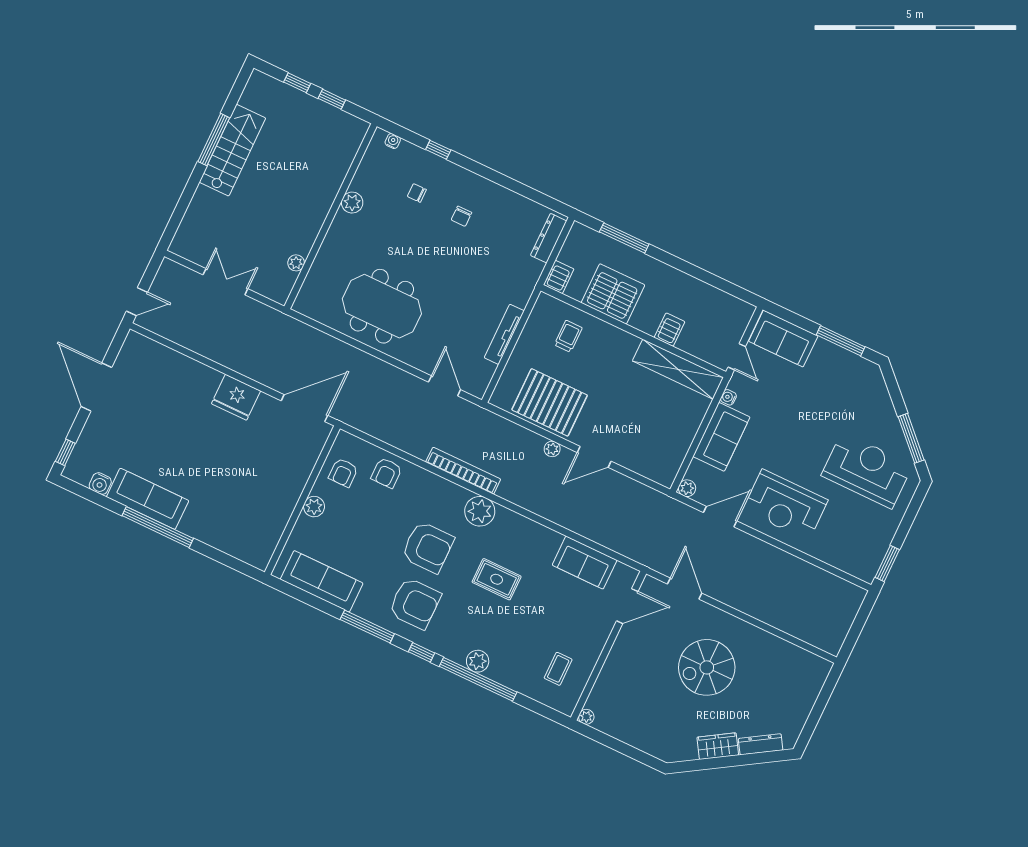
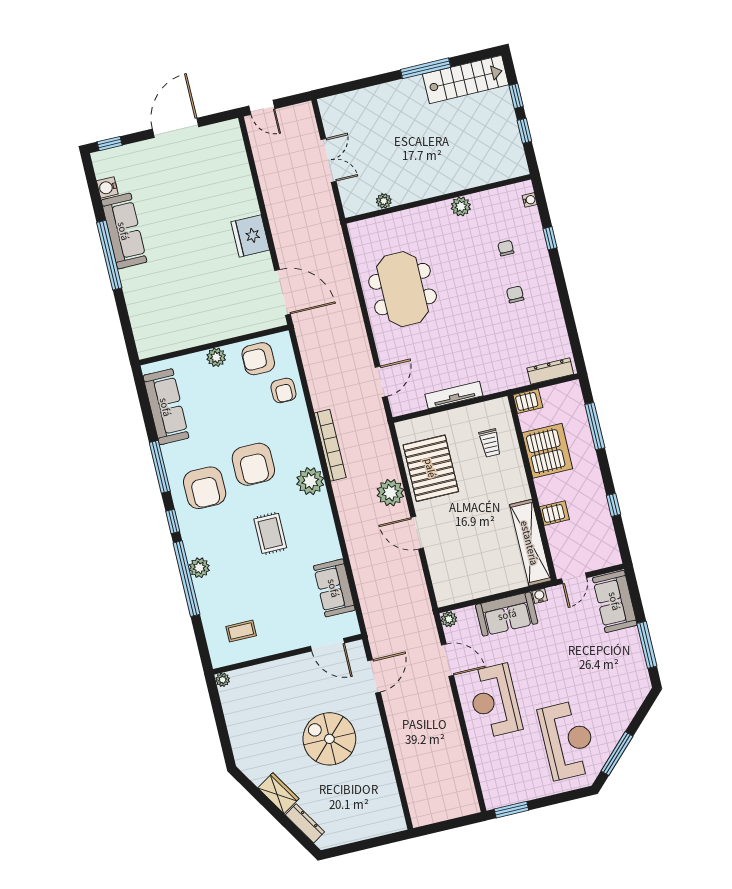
stairs: (232, 150) -> (466, 79), moved
chair: (461, 216) -> (515, 294), turned 90
window: (702, 275) -> (614, 505), added
trolley: (568, 336) -> (490, 443), turned 90
plant: (552, 449) -> (390, 493), width x1.88, depth x1.88
armchair: (343, 473) -> (258, 359), width x1.38, depth x1.38
armchair: (387, 473) -> (283, 390), turned -90

